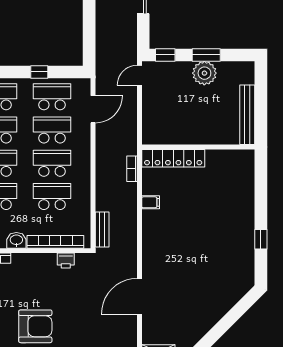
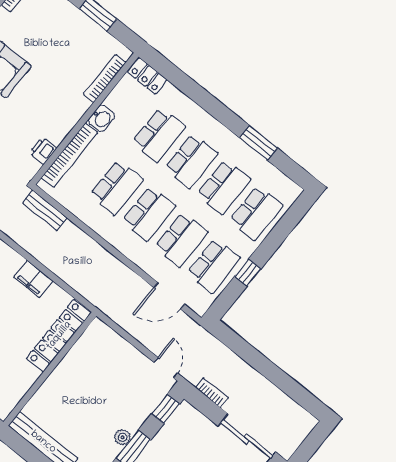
plant: (204, 73) -> (123, 437), width x0.53, depth x0.53
door: (93, 109) -> (169, 296), hinge flipped
bookcase: (132, 169) -> (212, 393), moved
filing cabinet: (151, 202) -> (33, 279), width x2.00

